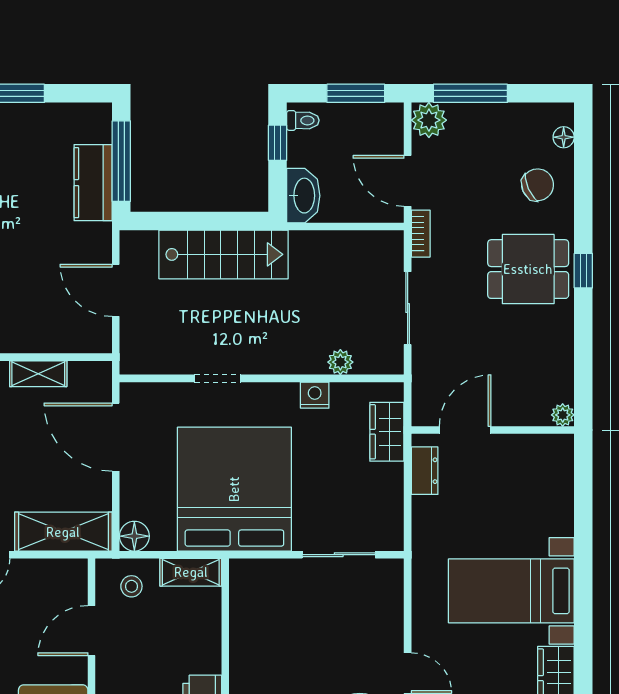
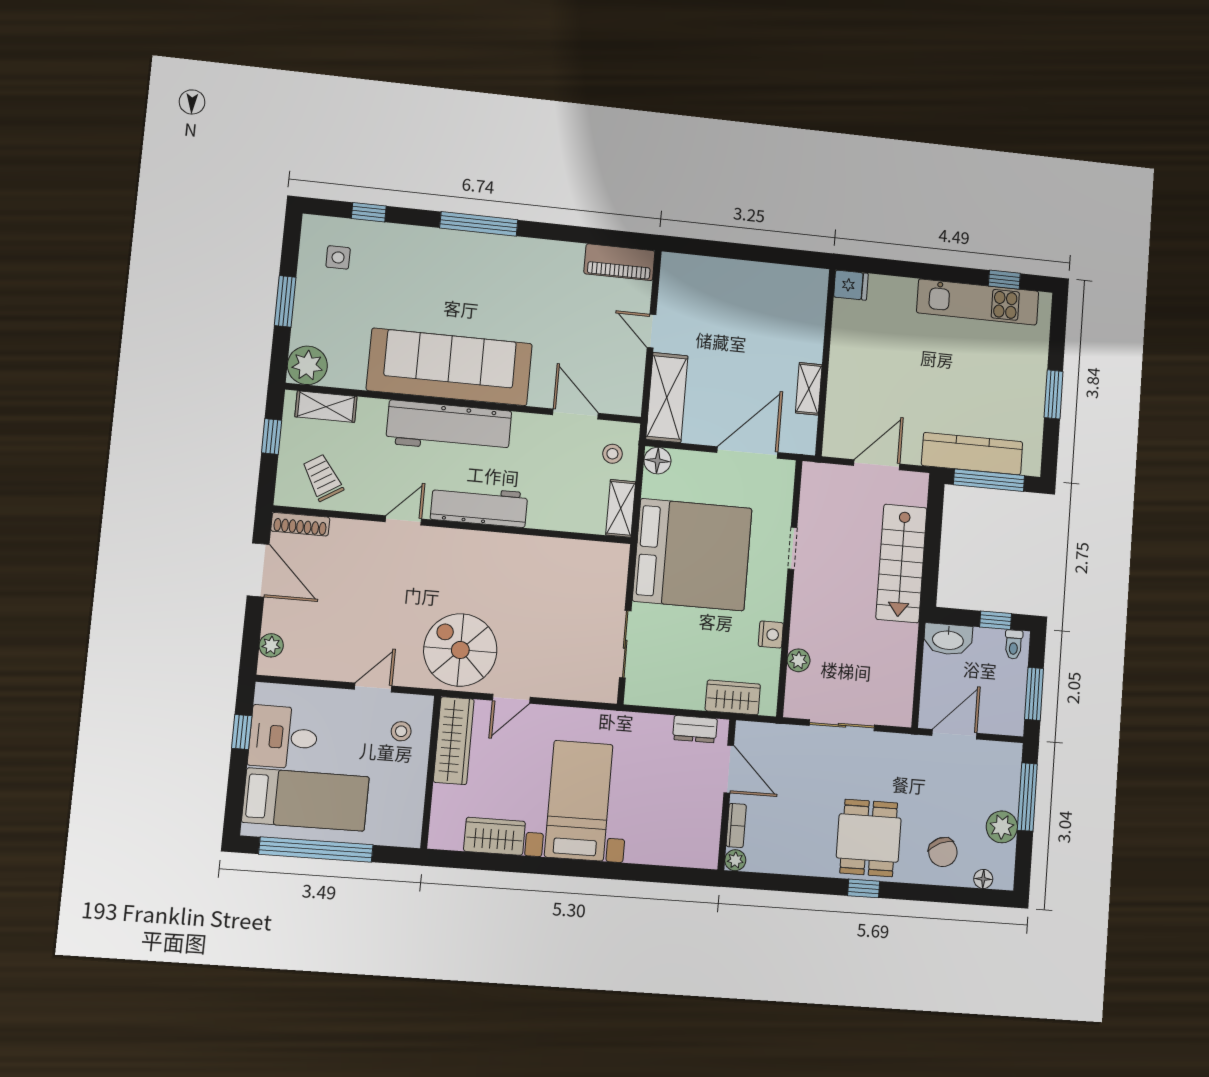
plant: (429, 120) -> (1002, 827), moved
kitchen counter: (93, 183) -> (972, 454), width x1.50
bookcase: (421, 234) -> (736, 825), moved, turned -90

